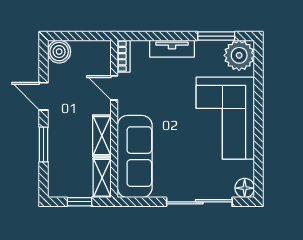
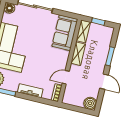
door: (114, 88) -> (66, 77), swing flipped
sofa: (135, 157) -> (65, 33), width x0.73

